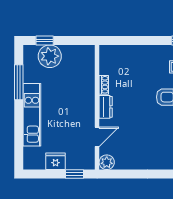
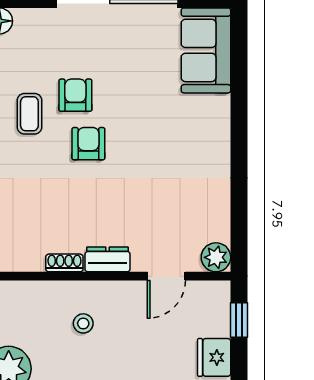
stool: (73, 94) -> (83, 323), added
door: (97, 137) -> (166, 276), swing flipped

